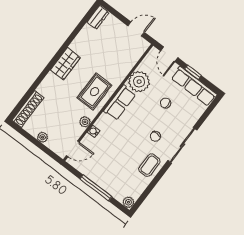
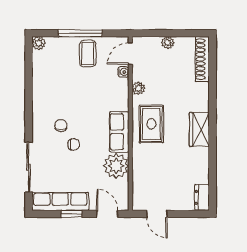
door: (136, 29) -> (157, 214), hinge flipped
chair: (166, 103) -> (74, 144), moved
water cooler: (94, 131) -> (123, 72), moved
sliding door: (182, 145) -> (29, 167), moved
coffee table: (149, 165) -> (88, 54), moved

